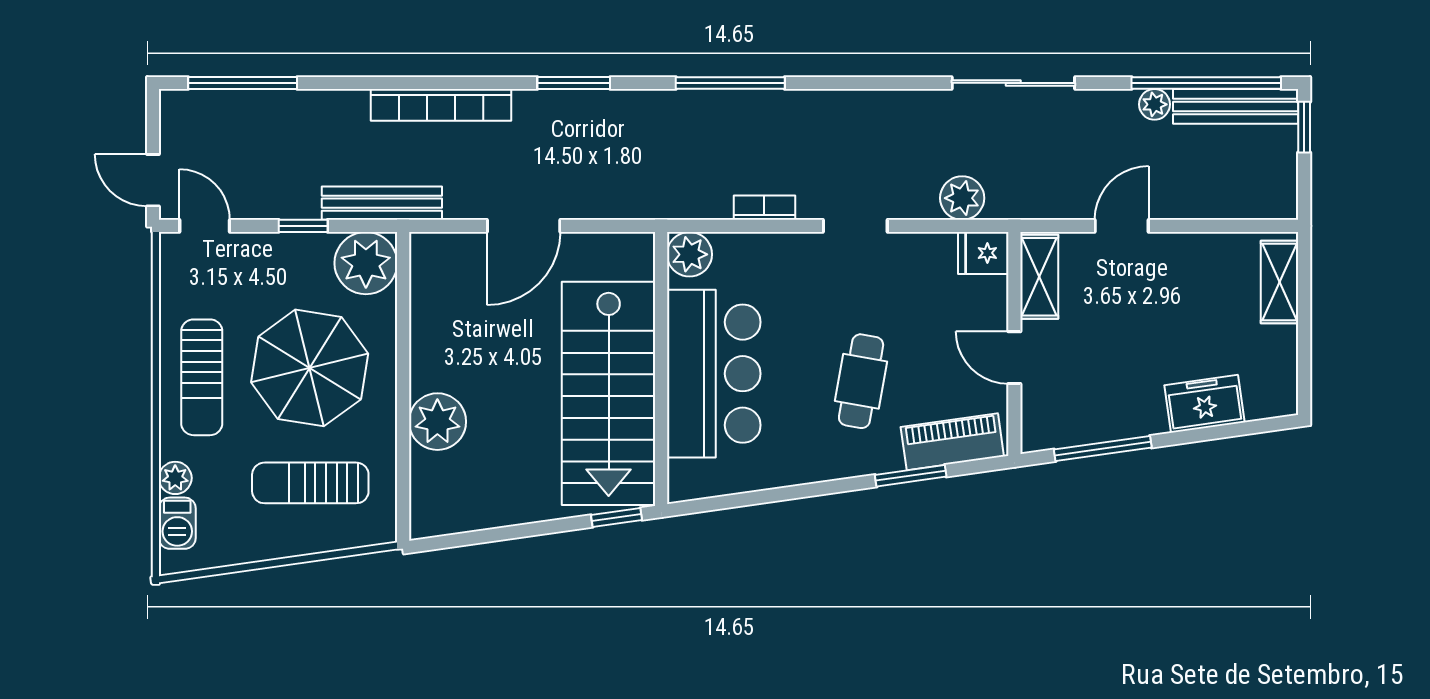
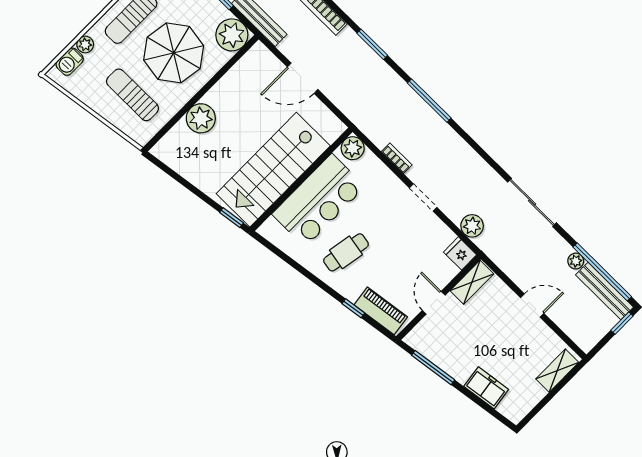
door: (1122, 226) -> (532, 305), moved
cafe table: (861, 381) -> (346, 252), moved
window: (911, 476) -> (353, 308), width x0.67

